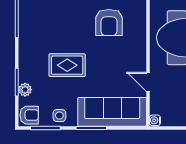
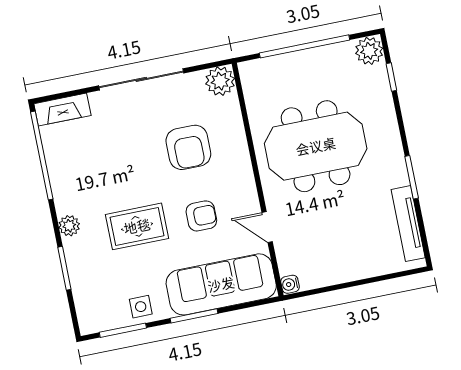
plant: (25, 90) -> (69, 226), moved
armchair: (29, 115) -> (201, 216), moved

